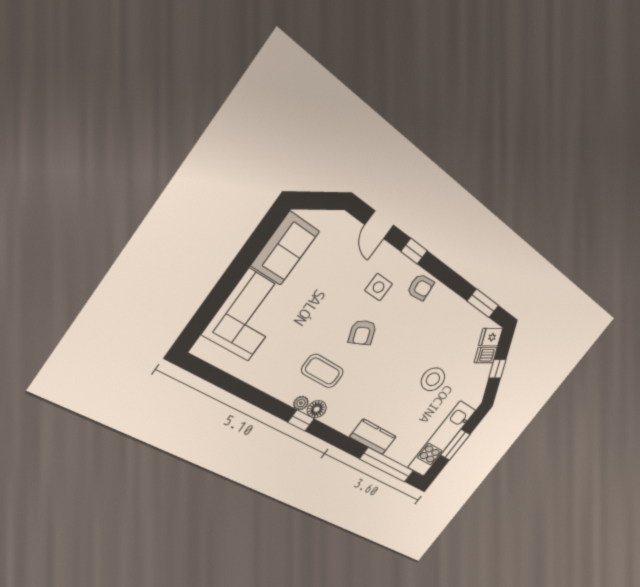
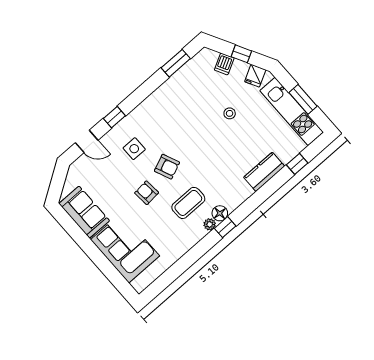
armchair: (421, 287) -> (147, 193), moved, turned -89
fridge: (490, 337) -> (255, 76), moved
stool: (433, 379) -> (230, 113), width x0.53, depth x0.53
window: (387, 465) -> (297, 164), width x0.32

